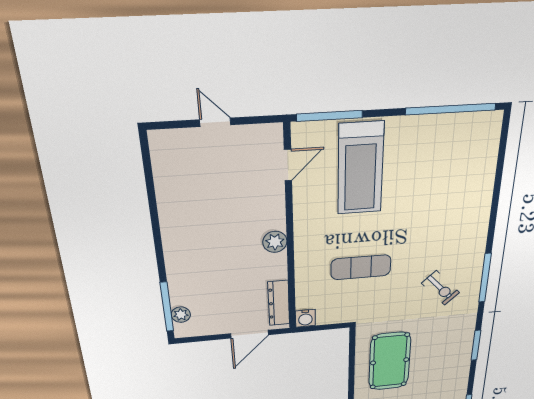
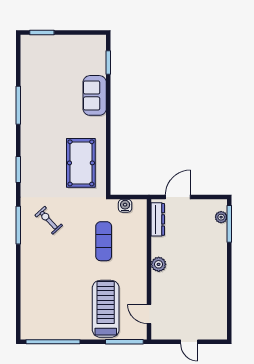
door: (288, 165) -> (149, 314), hinge flipped
exercise mat: (361, 267) -> (104, 241), turned 90
water cooler: (305, 318) -> (125, 206), moved

